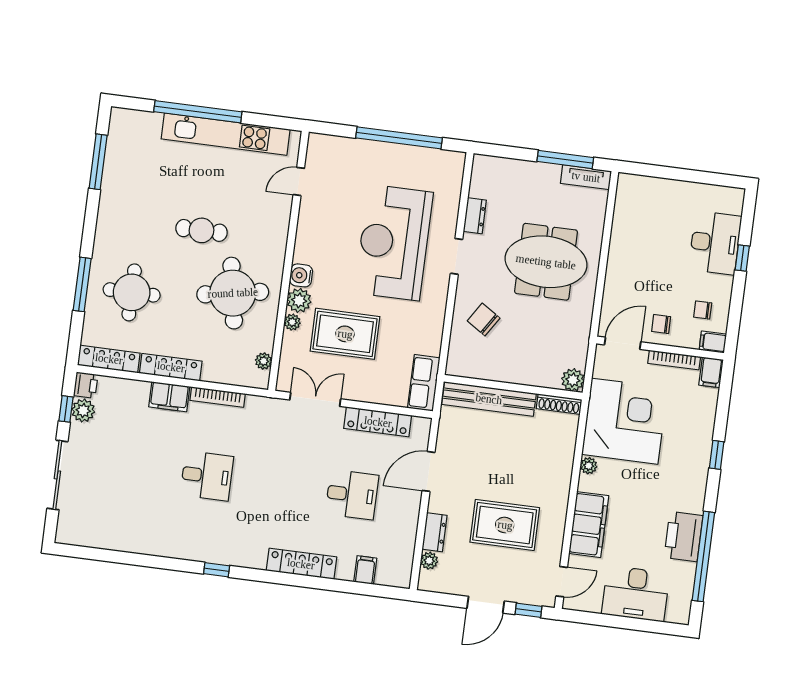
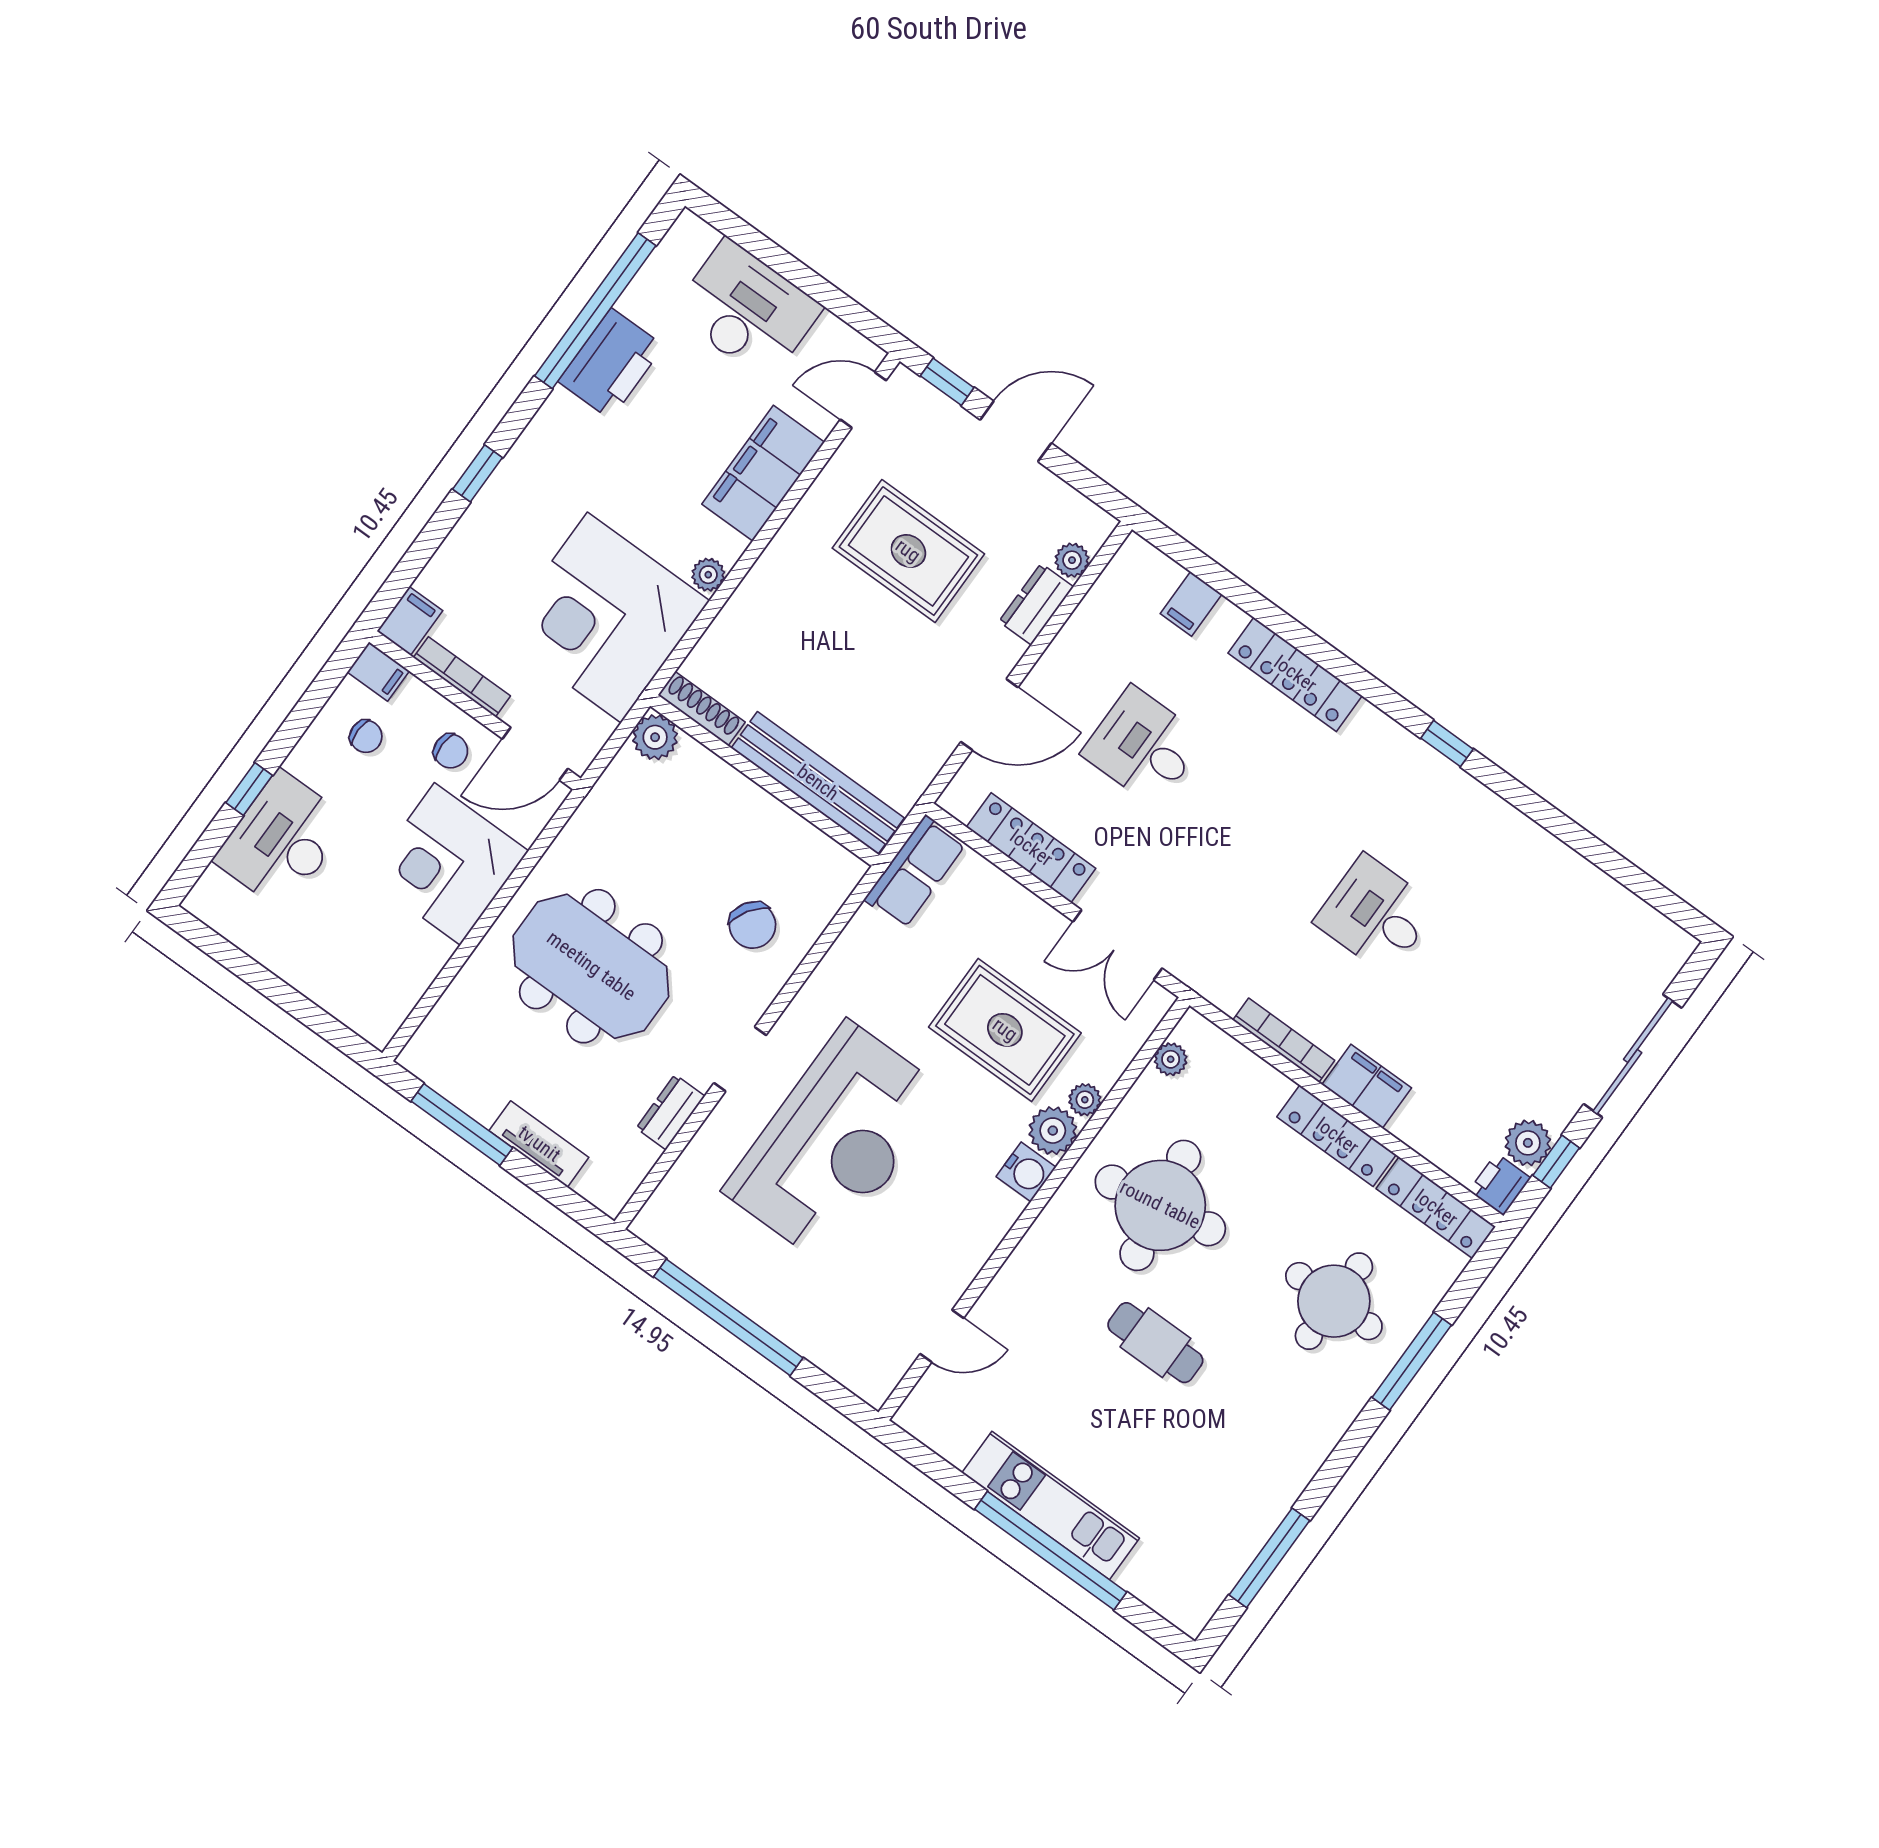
kitchen unit: (226, 134) -> (1051, 1506), width x0.73
tv unit: (586, 177) -> (539, 1144), moved
corner desk: (635, 273) -> (447, 864), added

